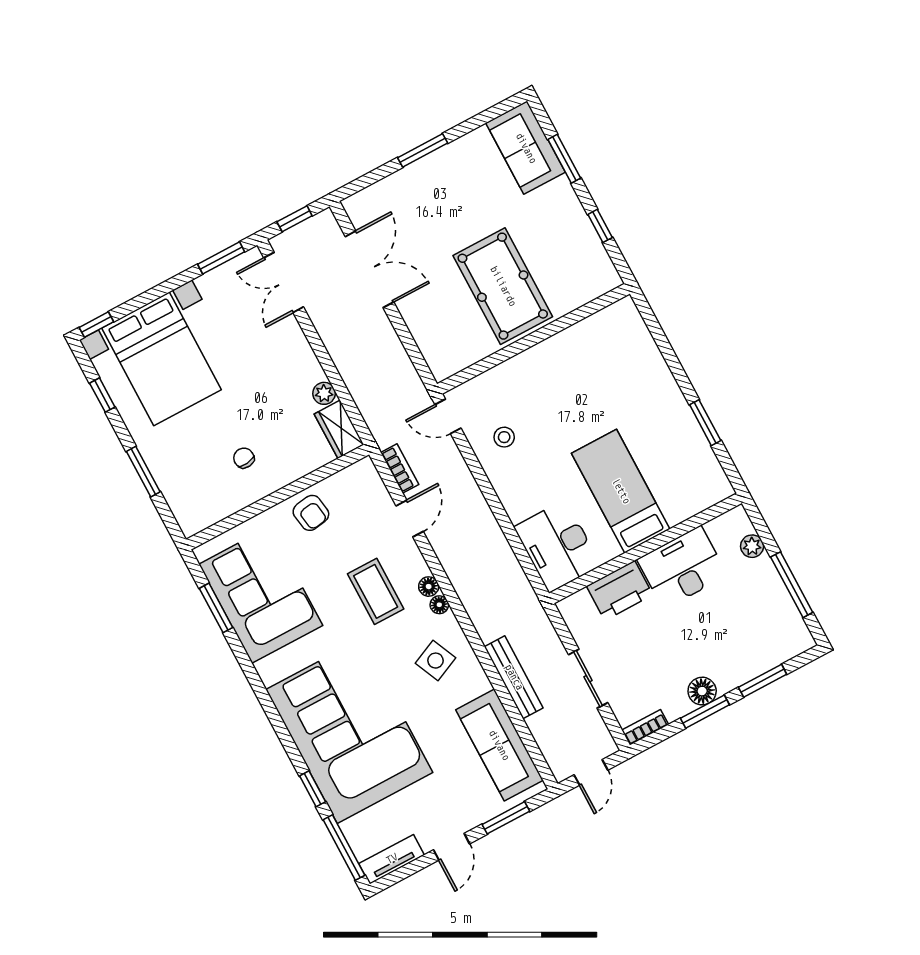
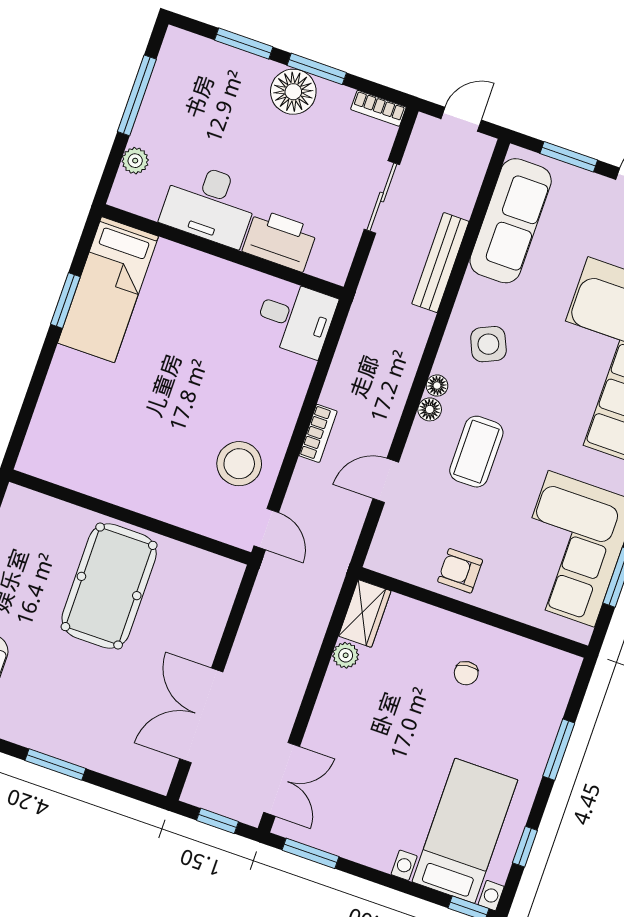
bed with nightstands: (162, 359) -> (465, 831), width x0.73
stool: (504, 437) -> (239, 464), width x1.89, depth x1.89
bookcase: (400, 469) -> (318, 433), moved, turned 180
bed: (621, 491) -> (108, 290), moved
armchair: (311, 513) -> (460, 571), turned -81
desk: (557, 546) -> (295, 318), width x0.73
floor lamp: (702, 691) -> (293, 92), width x1.38, depth x1.38

